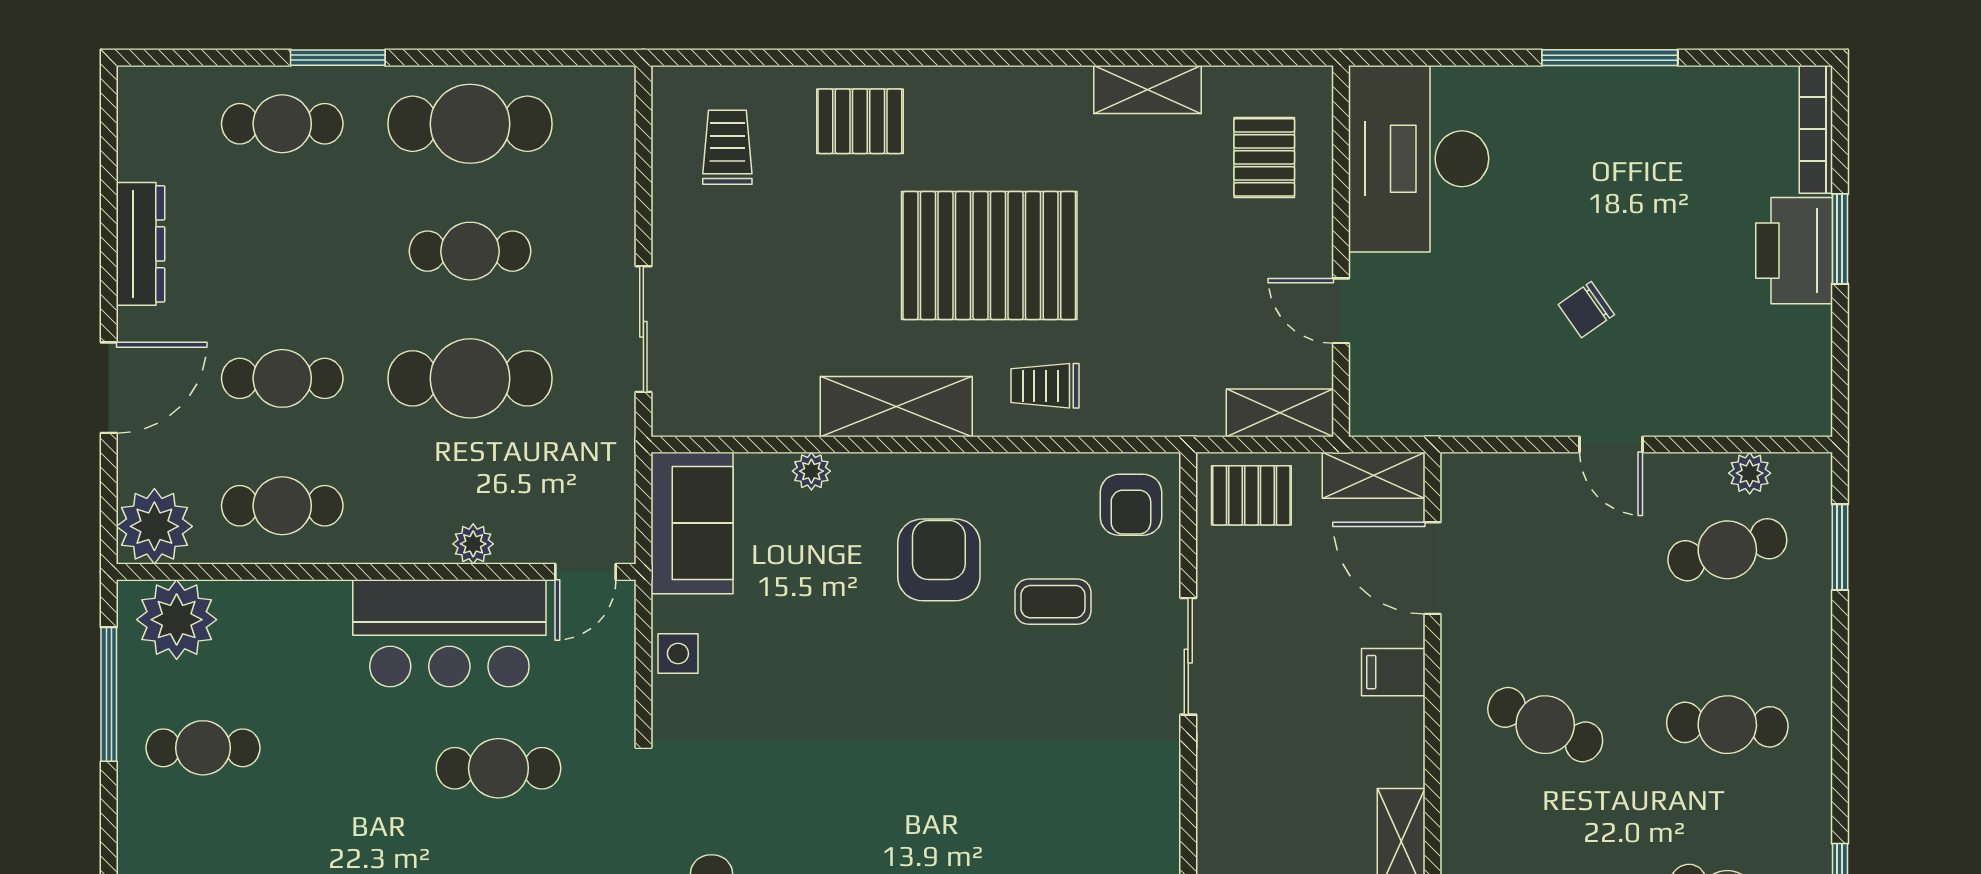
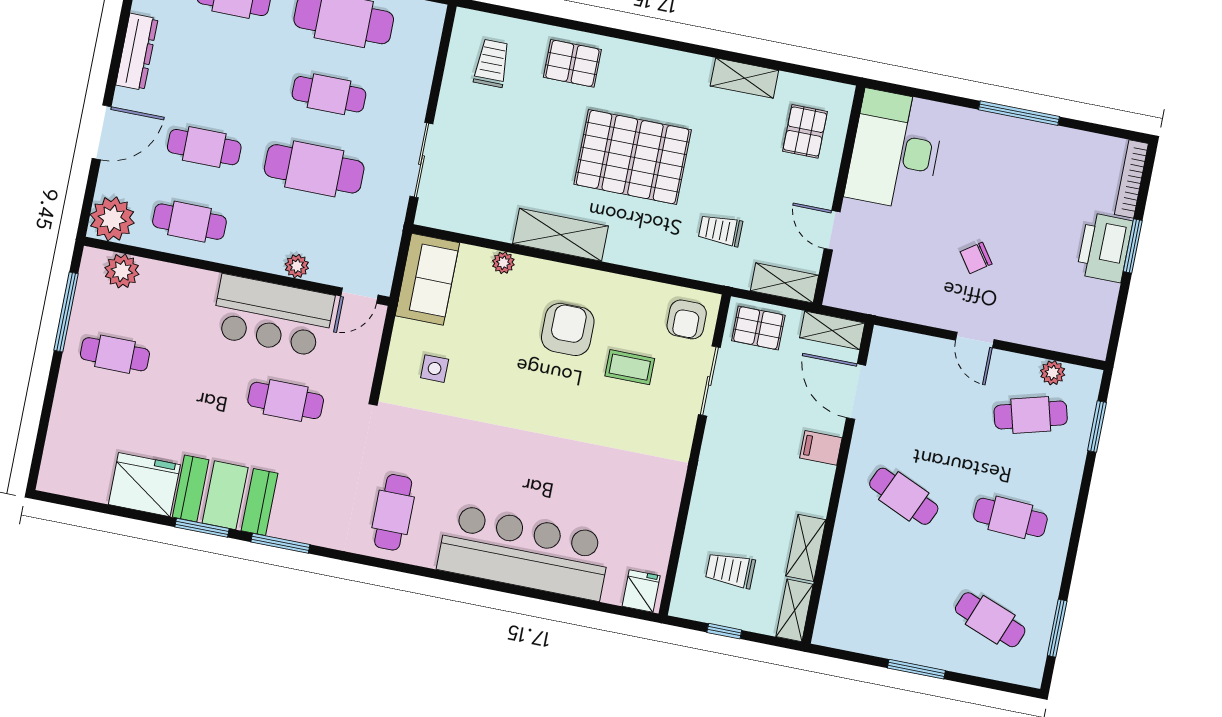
trolley: (1045, 386) -> (720, 230), moved
plant: (177, 620) -> (122, 271), width x0.73, depth x0.73
side table: (678, 653) -> (435, 369), moved
sliding door: (1188, 656) -> (709, 381), moved

